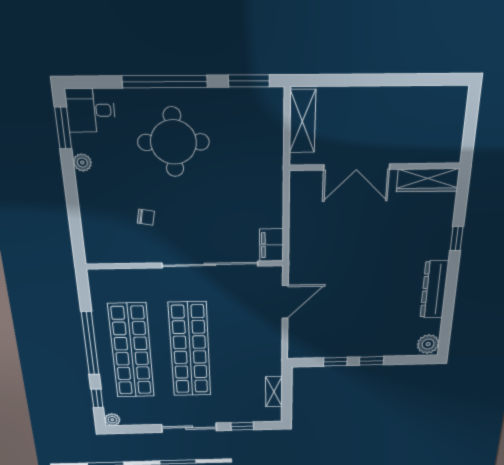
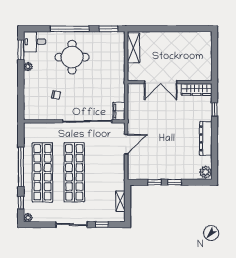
double door: (357, 167) -> (161, 82), moved
wall: (375, 167) -> (170, 82), moved
wardrobe: (428, 180) -> (197, 89), moved

